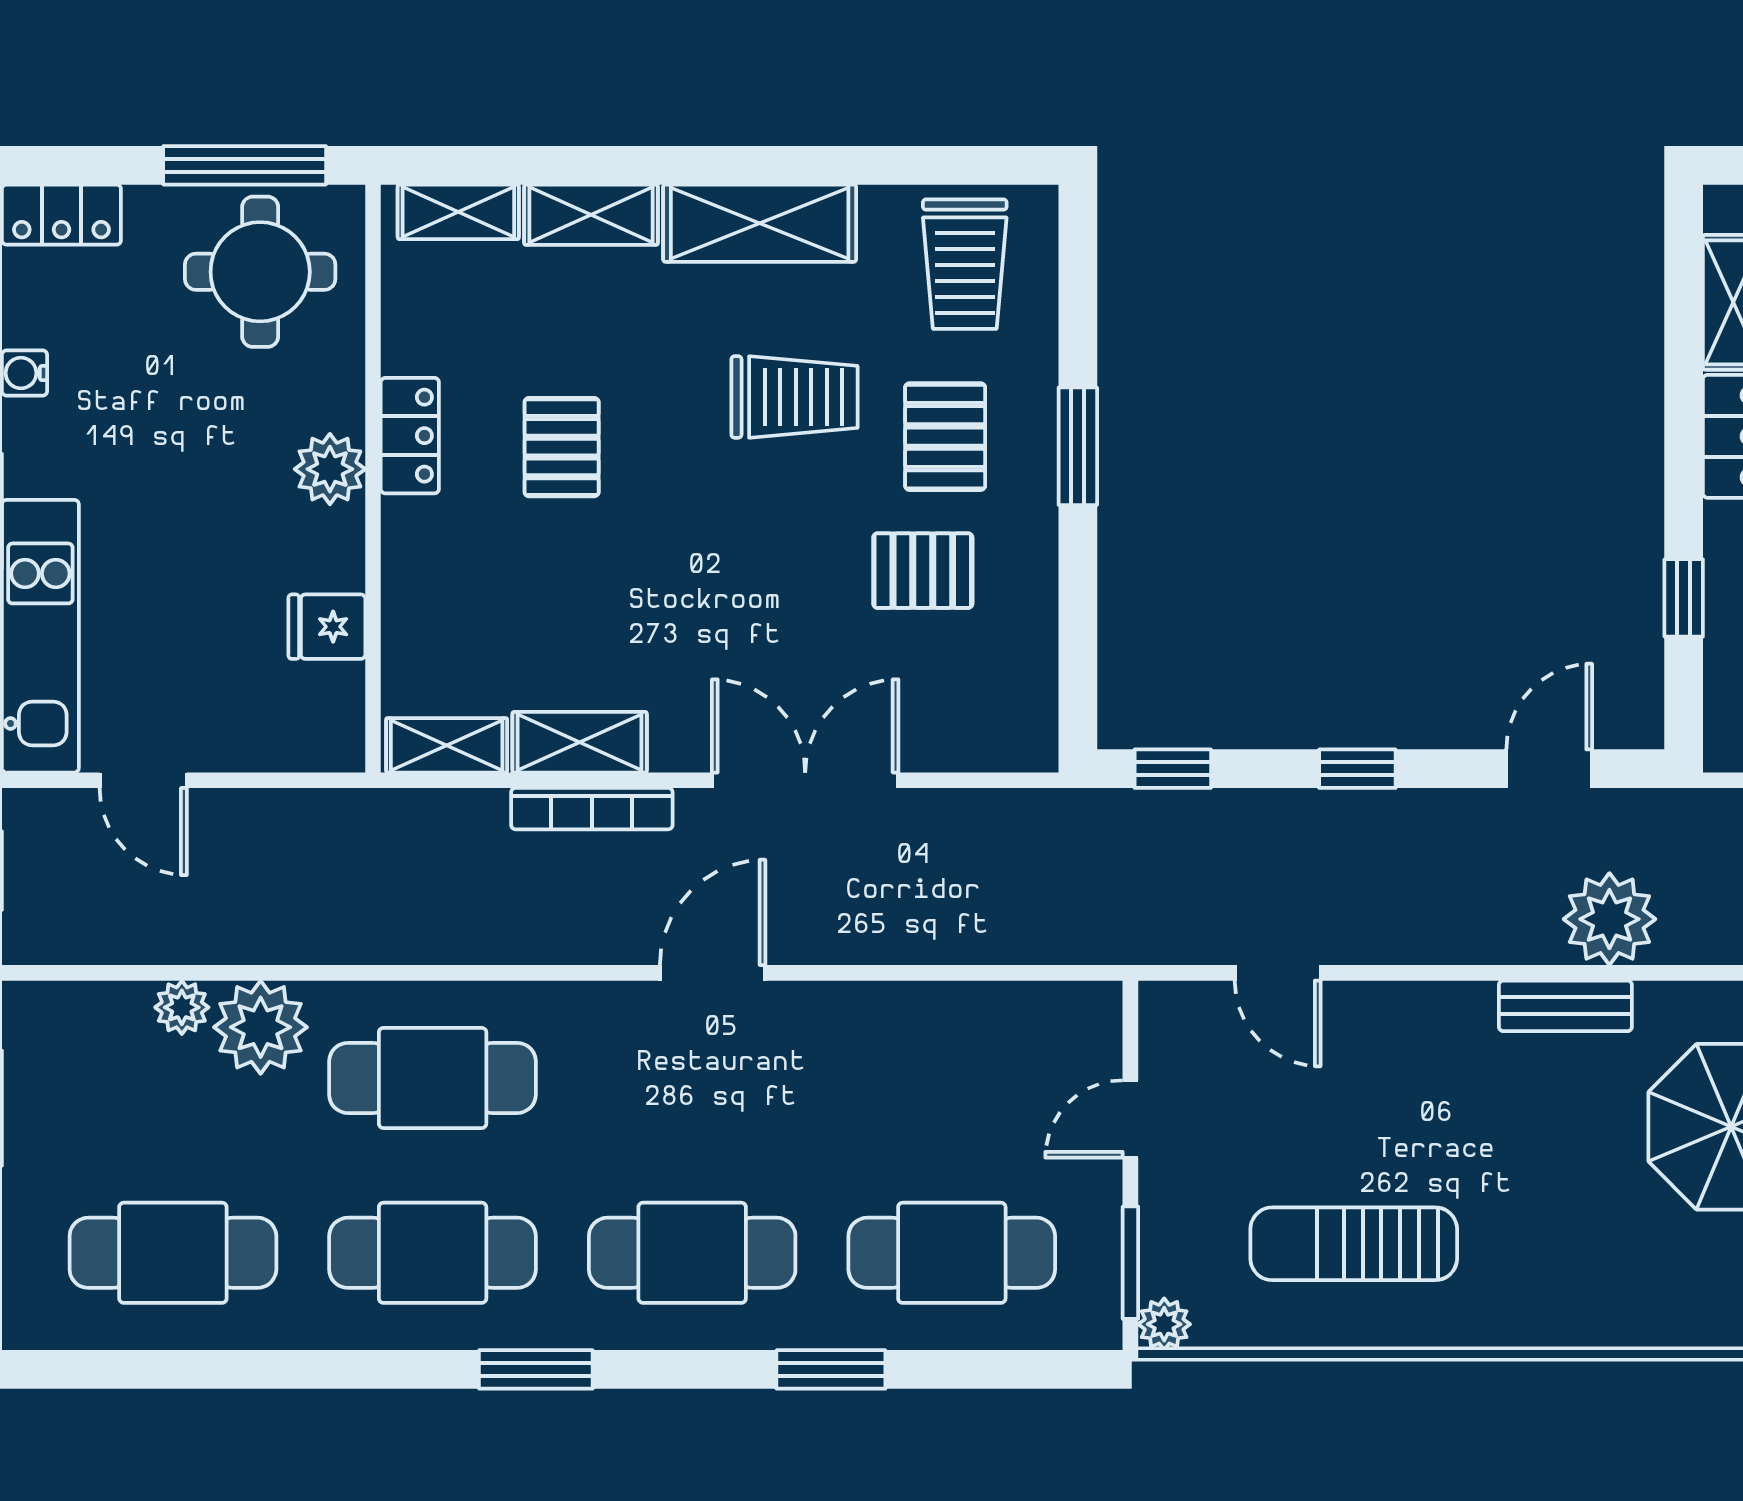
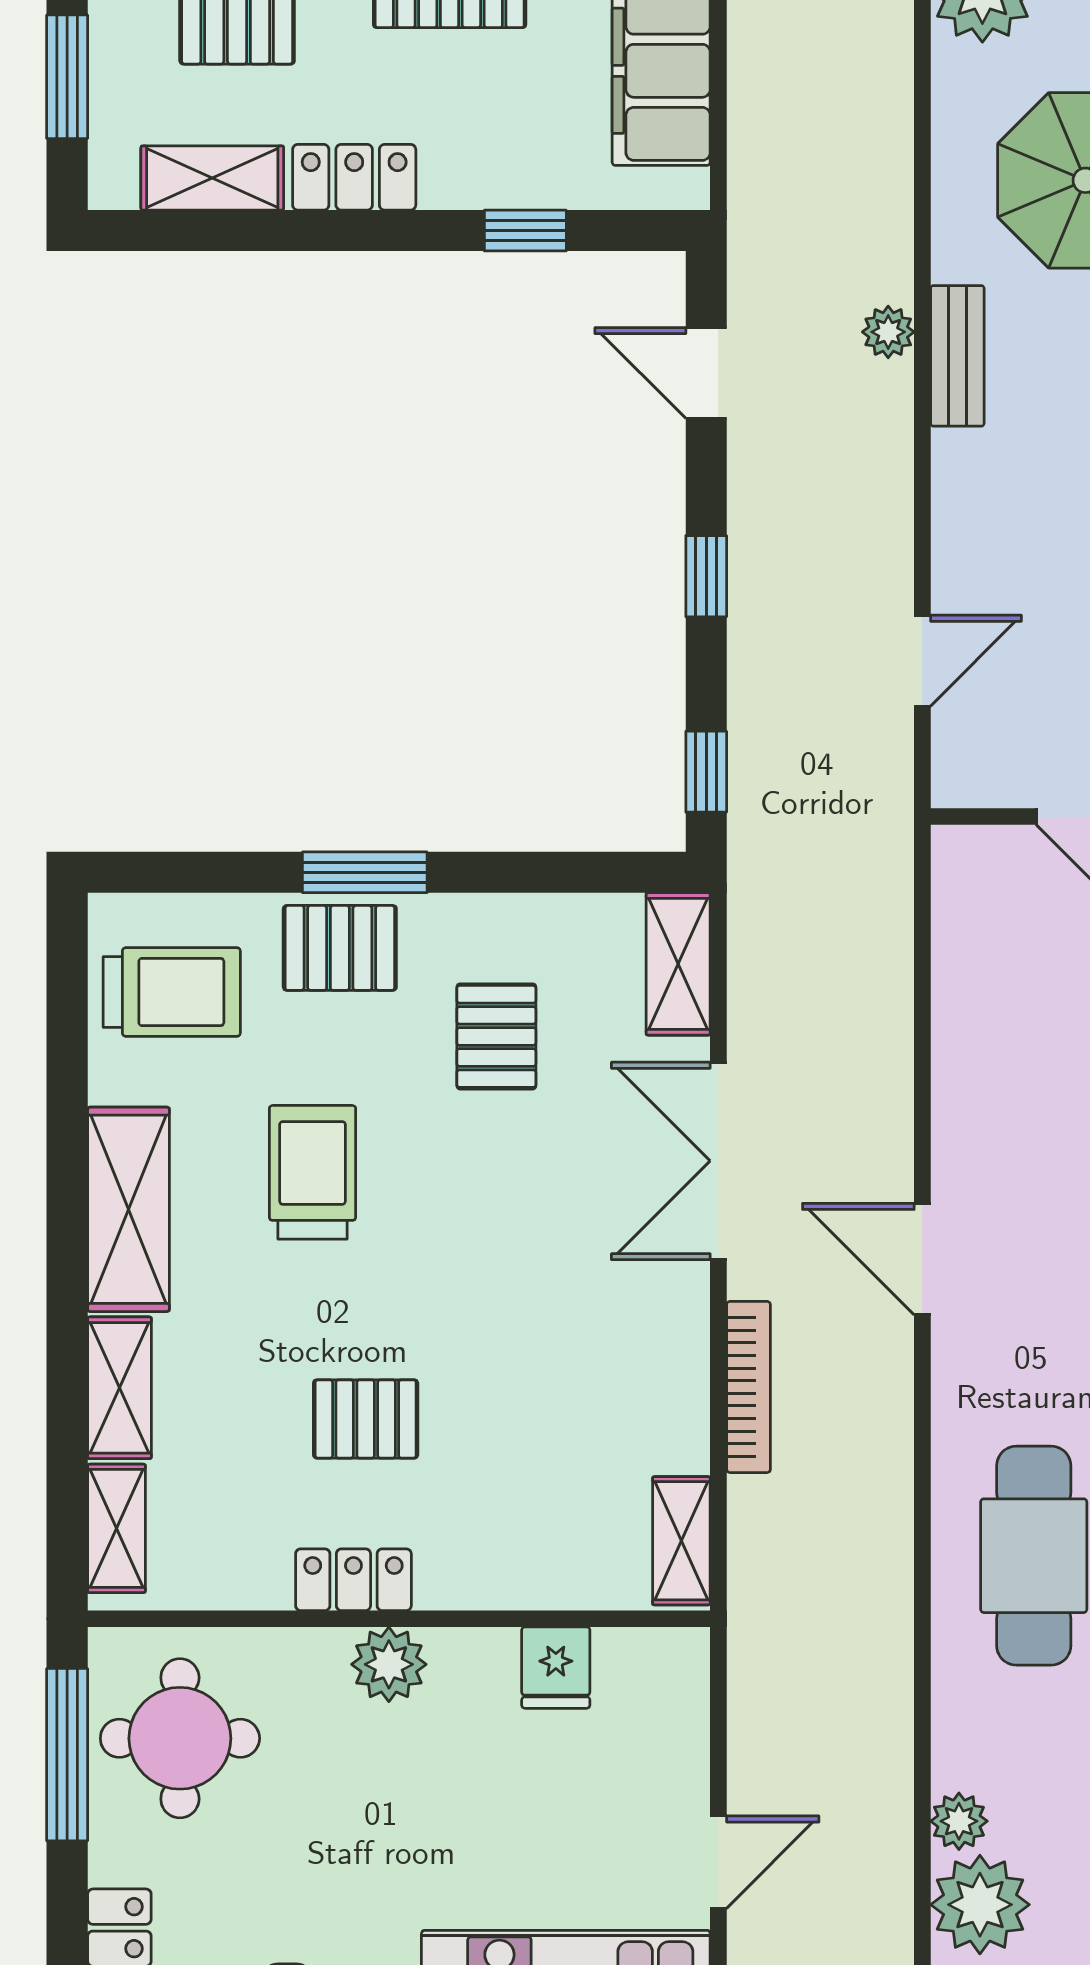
pallet: (945, 437) -> (340, 948), moved
shelving: (580, 742) -> (678, 964), moved
plant: (1609, 919) -> (888, 332), width x0.53, depth x0.53
plant: (261, 1027) -> (980, 1905), moved

